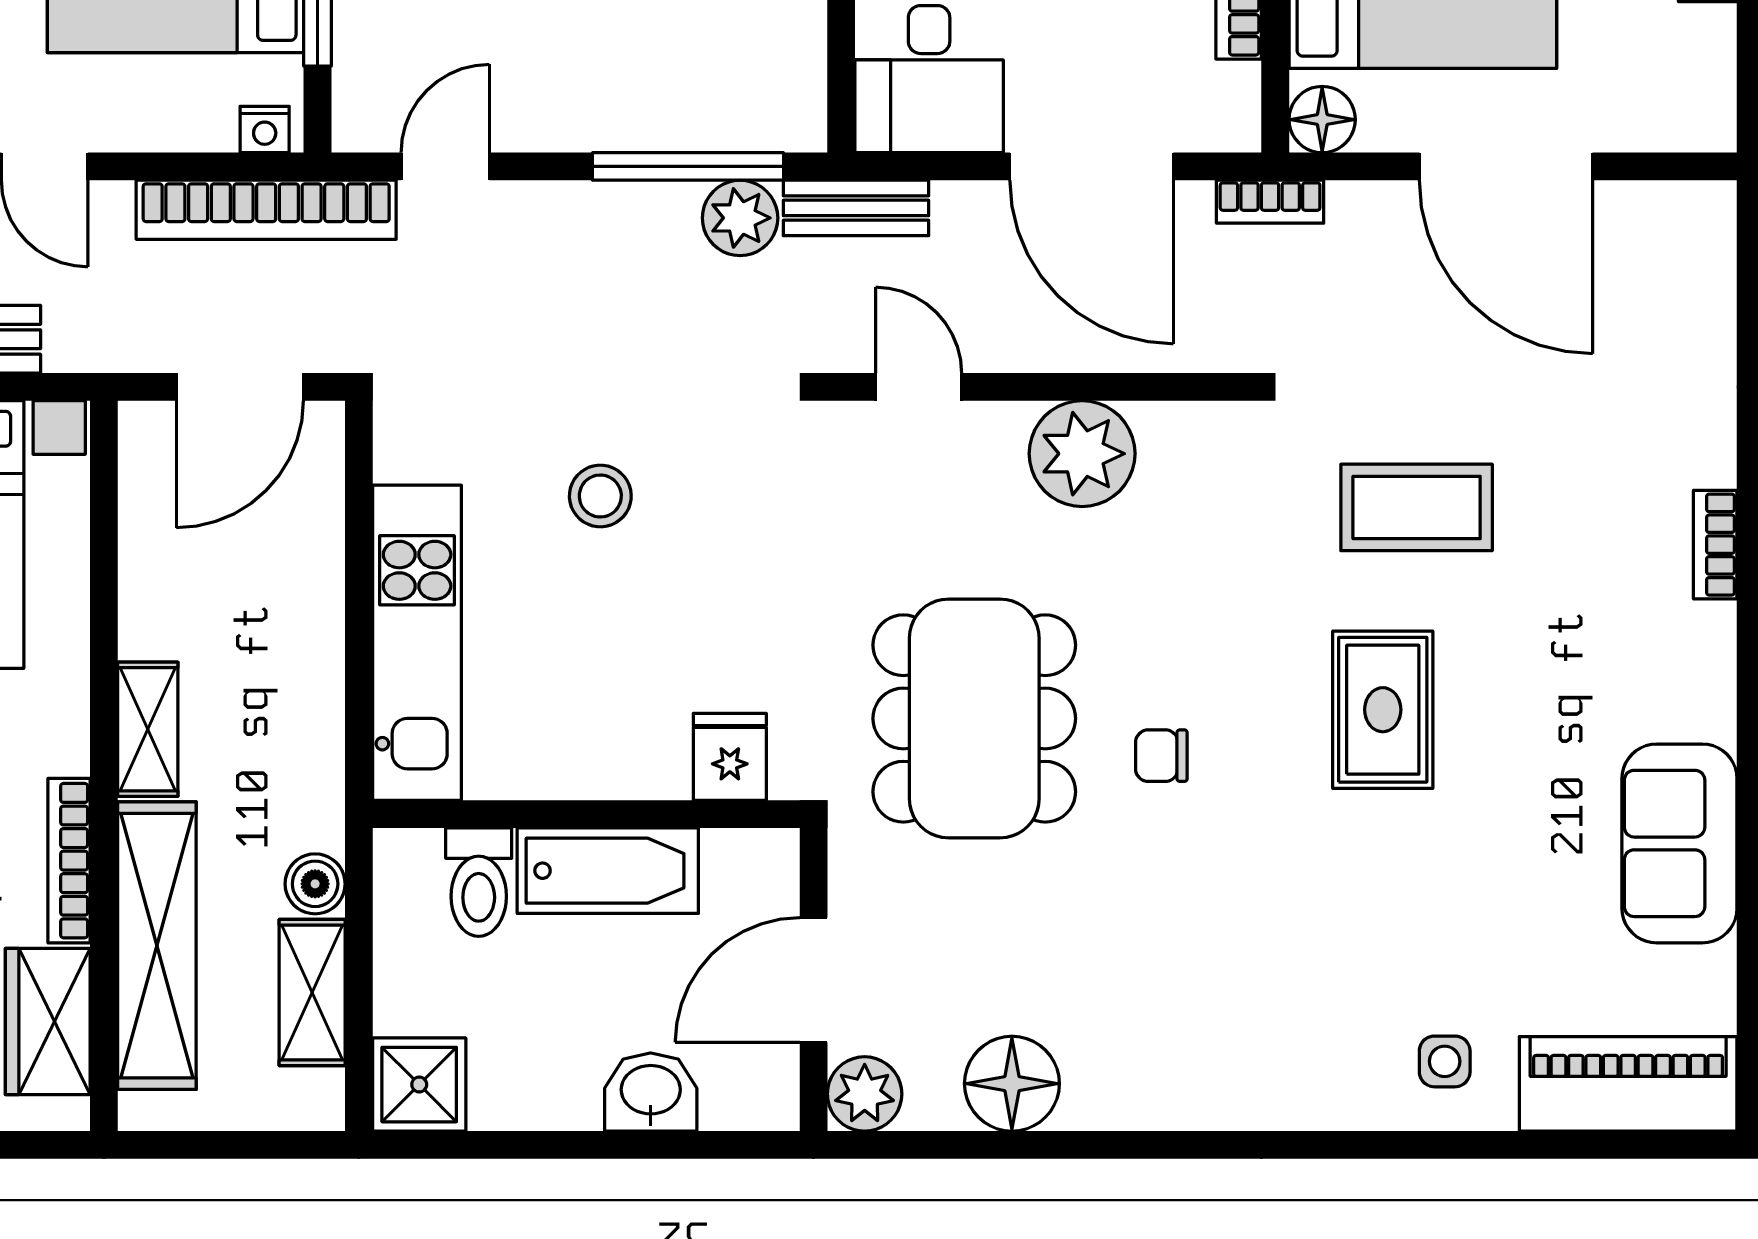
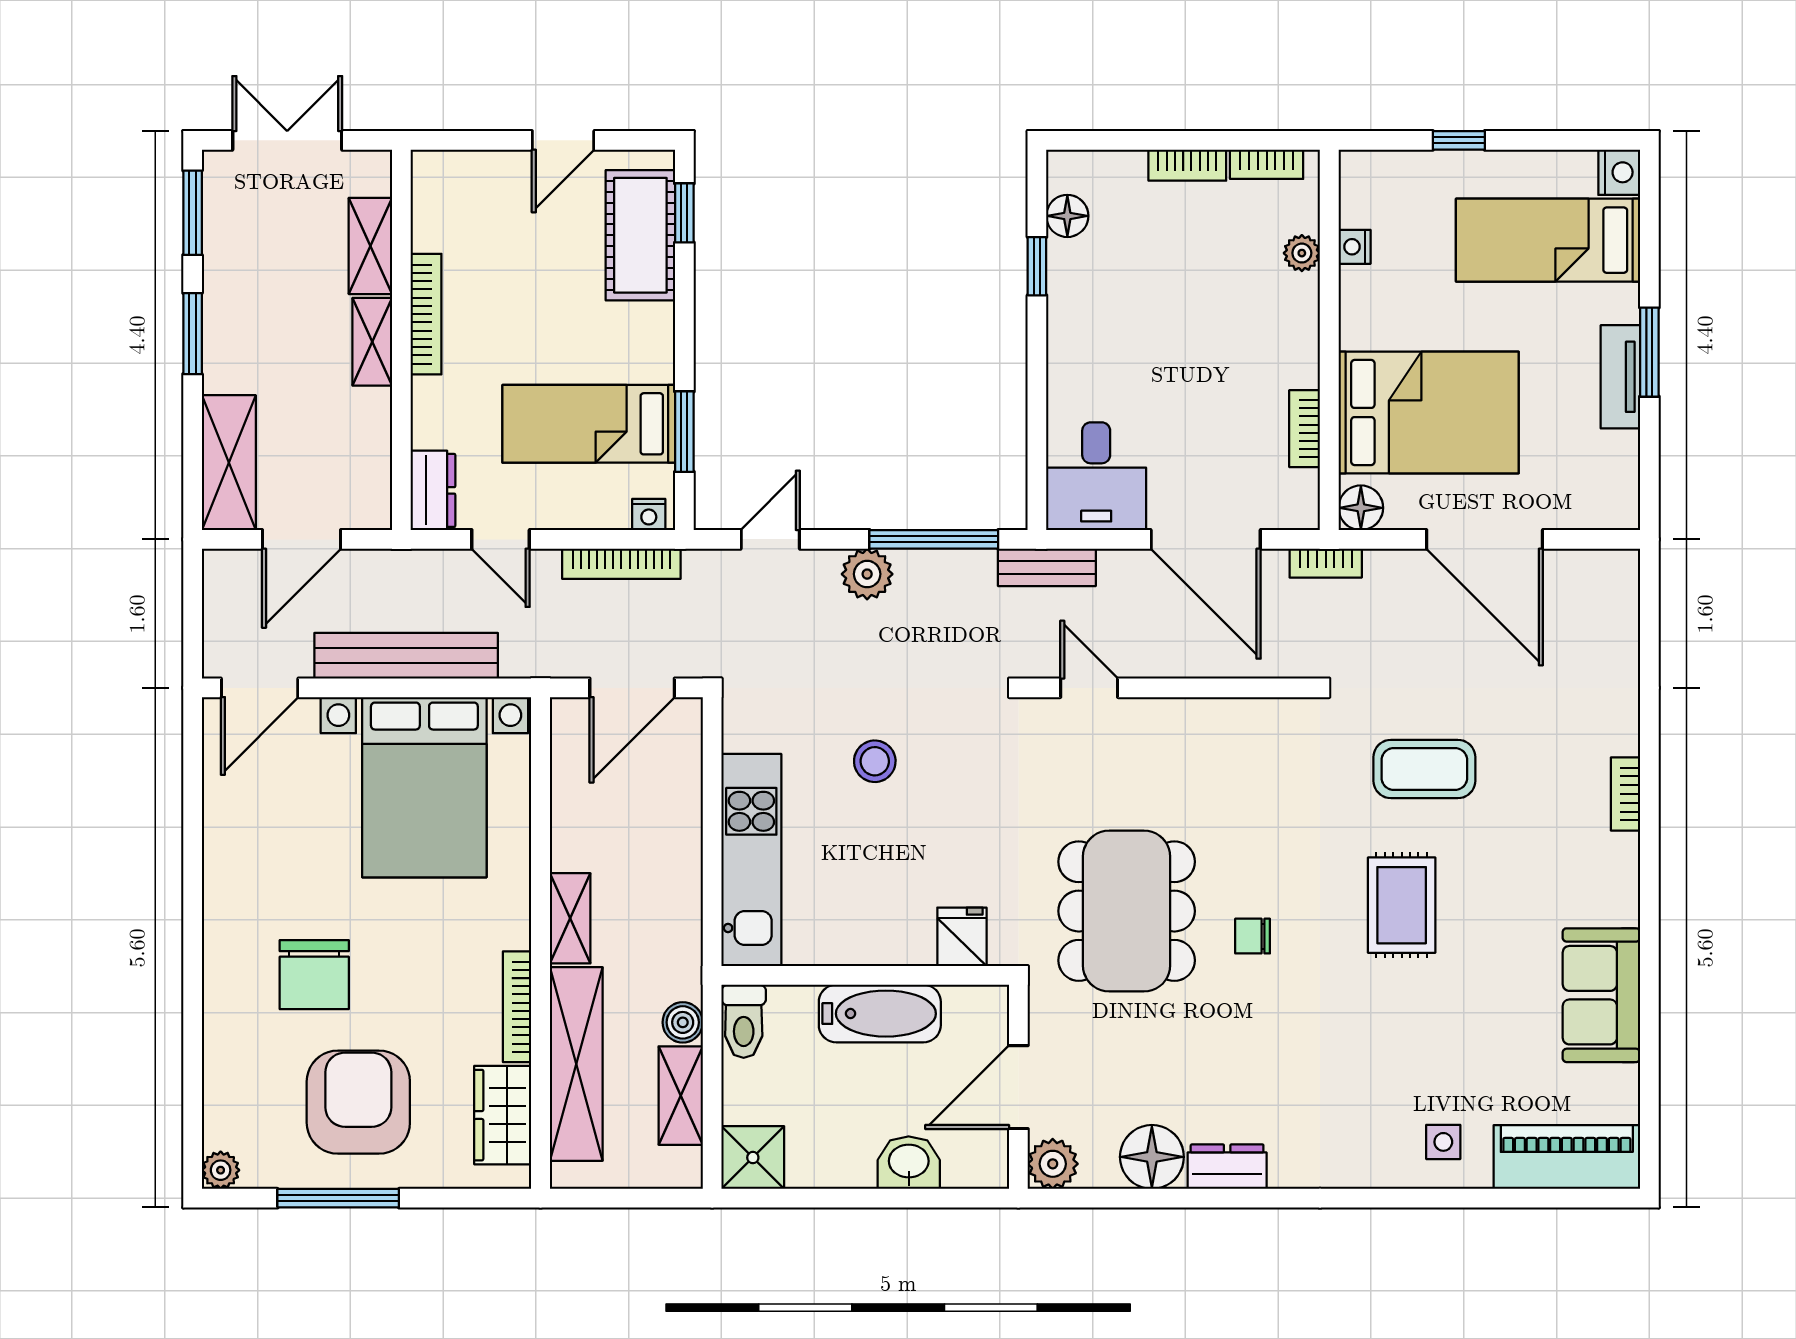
bookcase: (266, 210) -> (621, 564), width x0.68, depth x0.76
plant: (740, 218) -> (867, 574), moved
plant: (1082, 454) -> (1199, 733), removed
toilet: (479, 882) -> (744, 1021), moved
dresser: (1124, 1098) -> (1227, 1167), added

